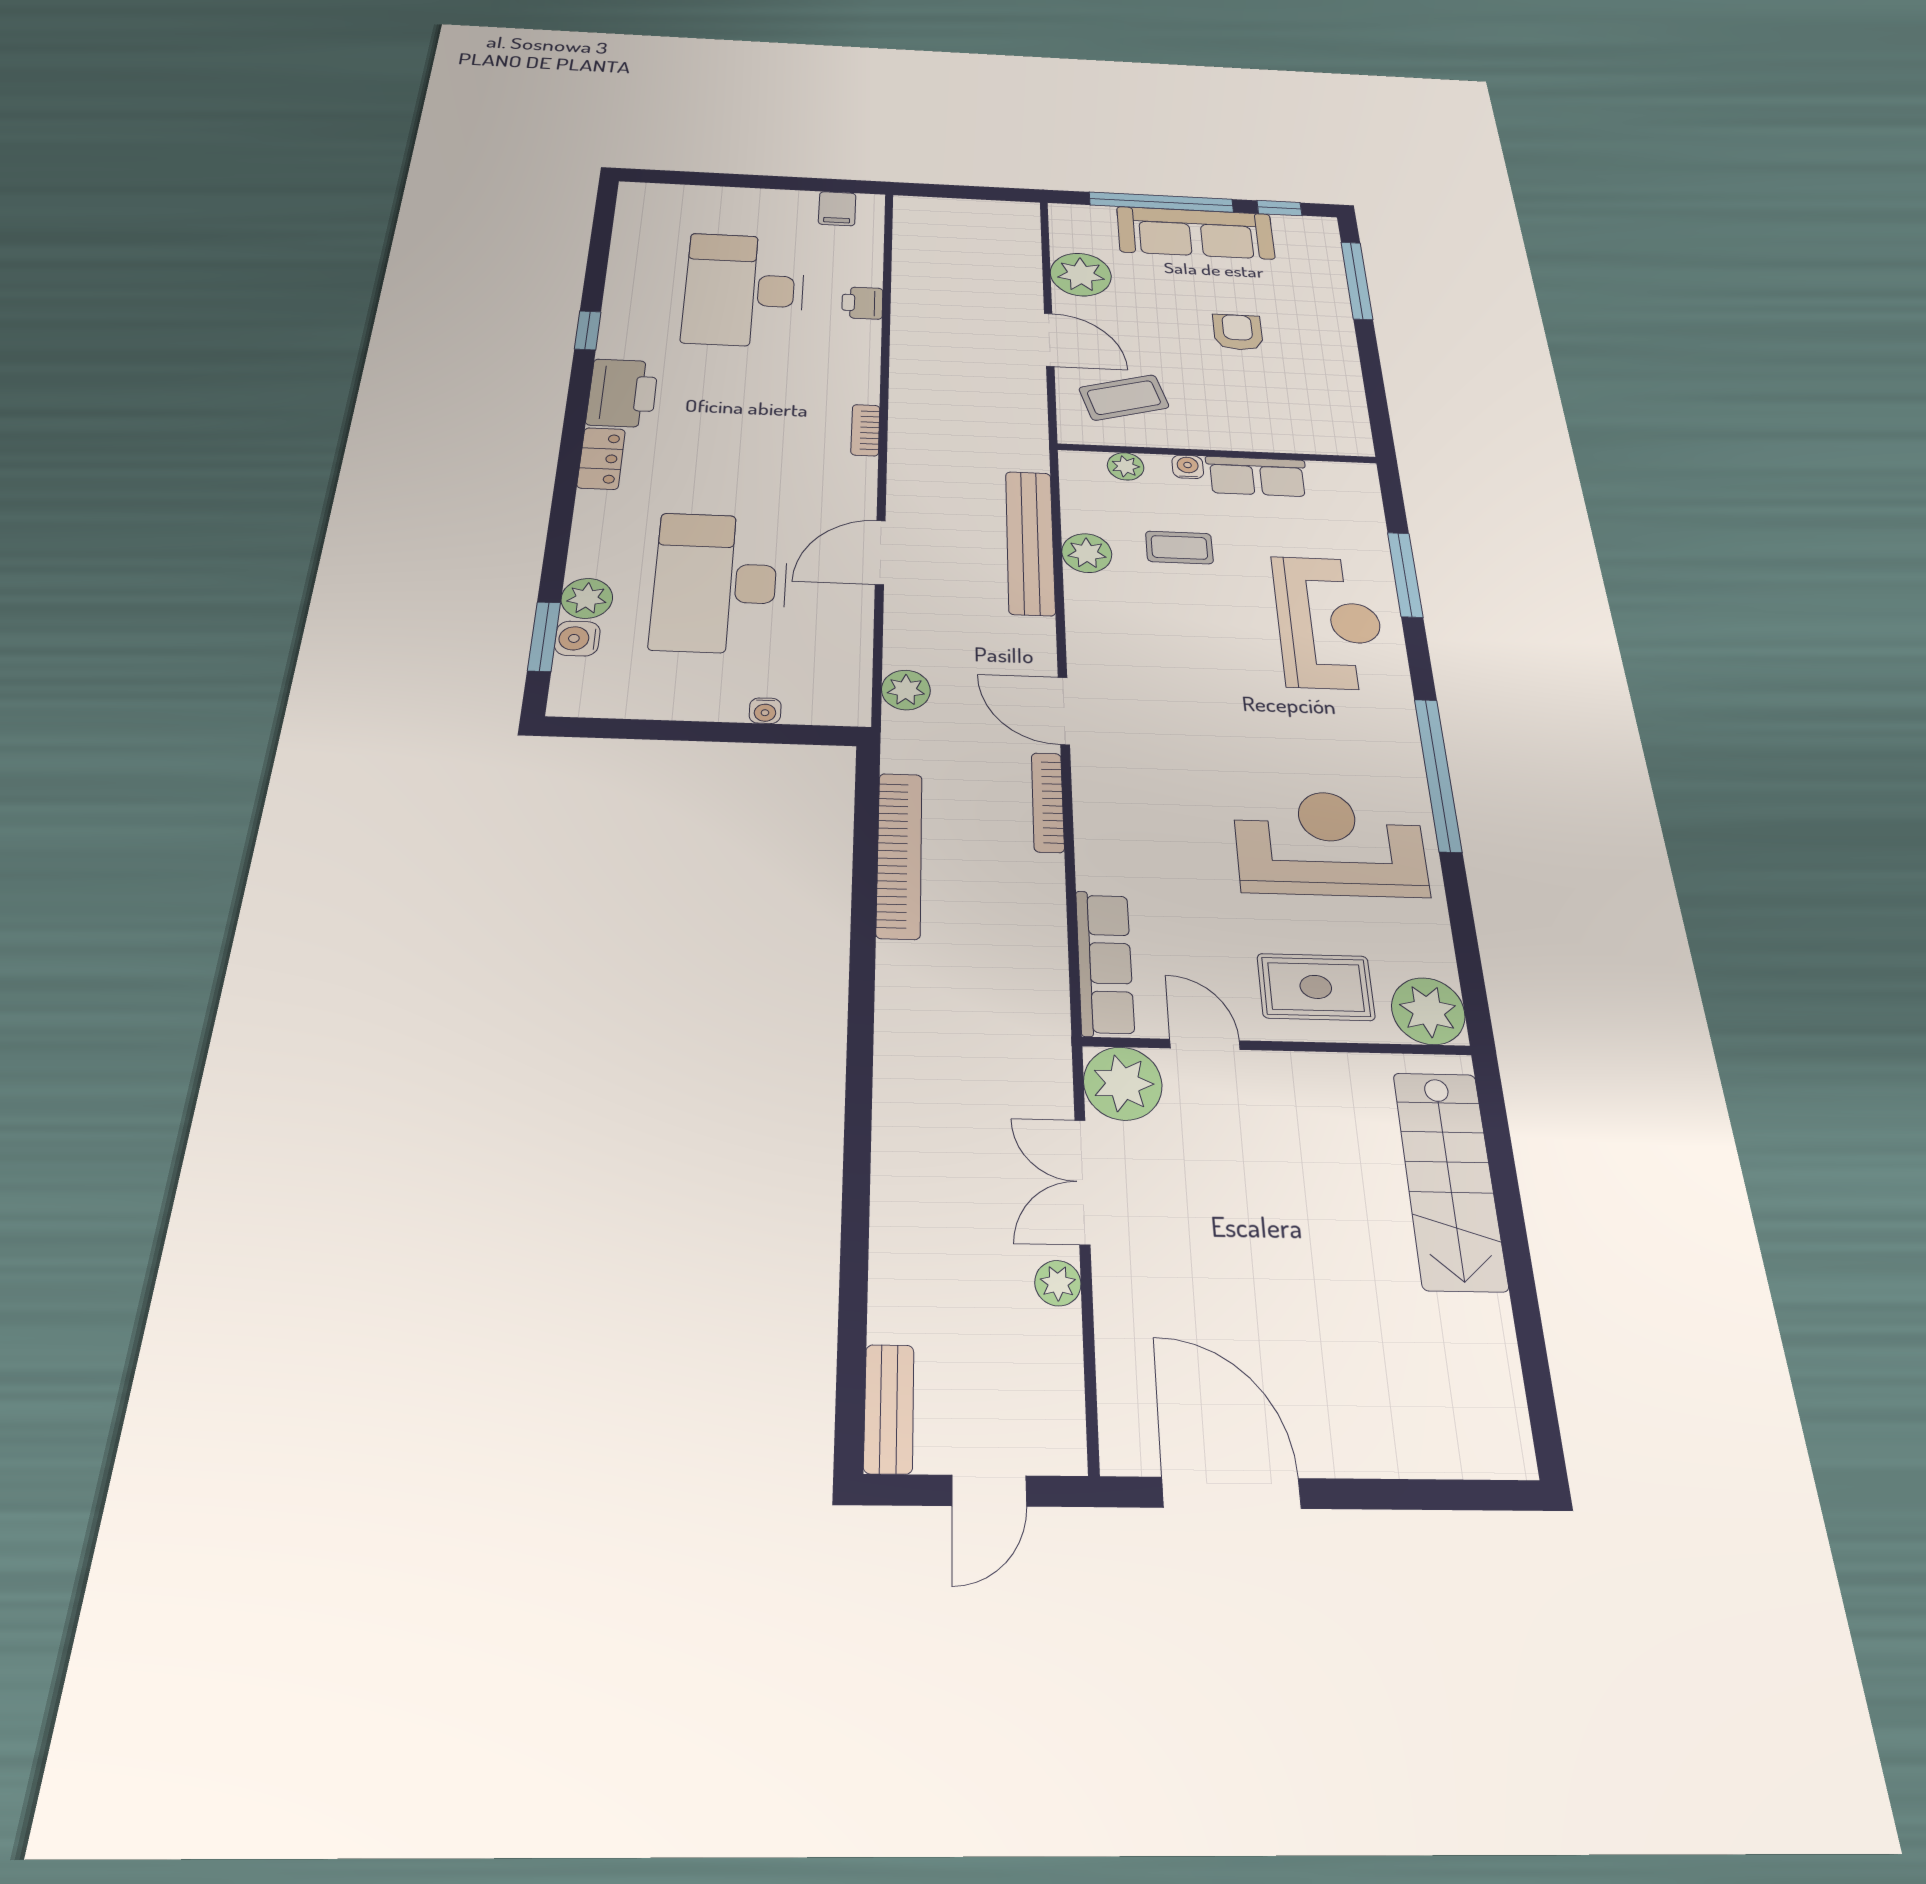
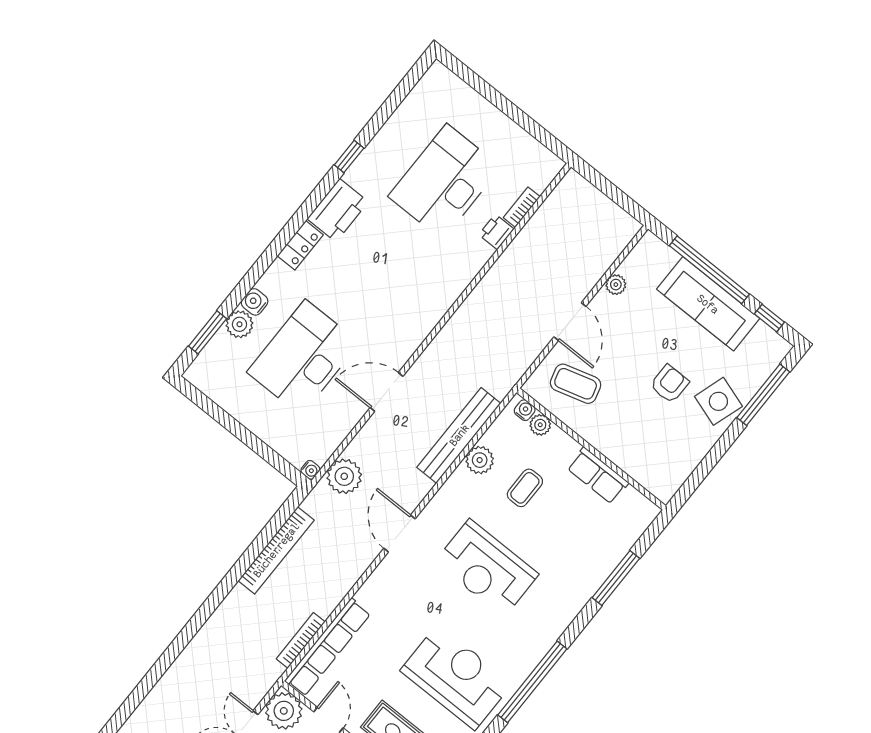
filing cabinet: (837, 209) -> (534, 156), removed
plant: (1081, 275) -> (616, 285), width x0.53, depth x0.53
side table: (1314, 316) -> (718, 401), added
bookcase: (865, 430) -> (522, 207), moved
water cooler: (1188, 467) -> (525, 410), moved
coffee table: (1179, 547) -> (525, 488), turned 90
reception desk: (1329, 622) -> (487, 568), moved, turned 90
water cooler: (577, 639) -> (255, 302), moved
plant: (906, 690) -> (344, 476), width x1.36, depth x1.36
water cooler: (765, 711) -> (310, 470), moved, turned -90
bookcase: (1048, 802) -> (301, 640), moved
row of seats: (1105, 963) -> (328, 647), width x1.36

